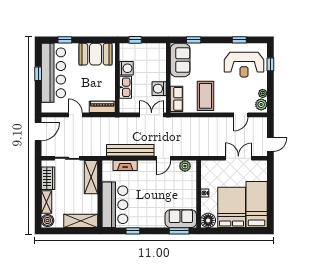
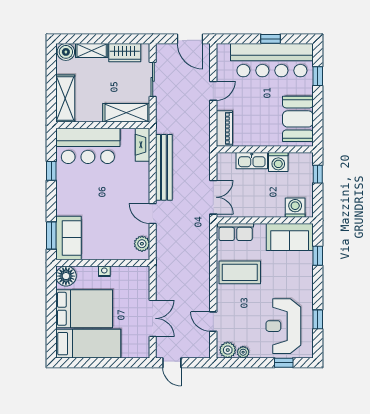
washing machine: (159, 89) -> (295, 208), moved
fireplace: (125, 166) -> (143, 145), moved

